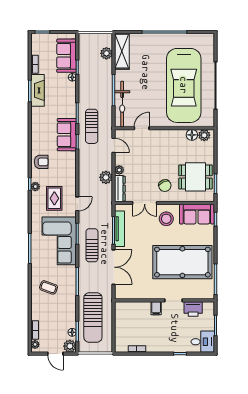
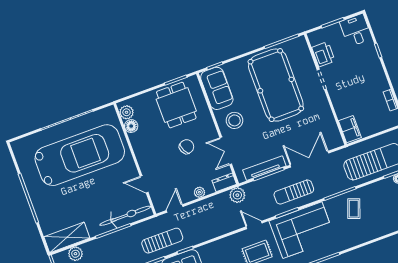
plant: (106, 177) -> (237, 195), moved
chair: (165, 186) -> (187, 147), moved
dresser: (120, 189) -> (224, 182), width x0.70
double door: (145, 203) -> (226, 151), swing flipped
coffee table: (49, 287) -> (354, 209), moved
filing cabinet: (156, 308) -> (350, 129), moved, width x2.00

